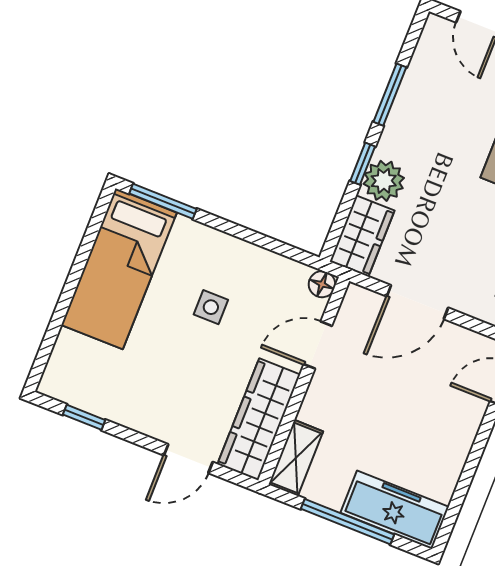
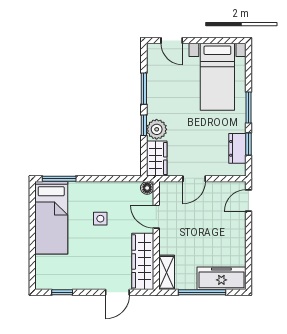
door: (417, 302) -> (194, 179), width x0.73
door: (318, 345) -> (156, 217), hinge flipped

